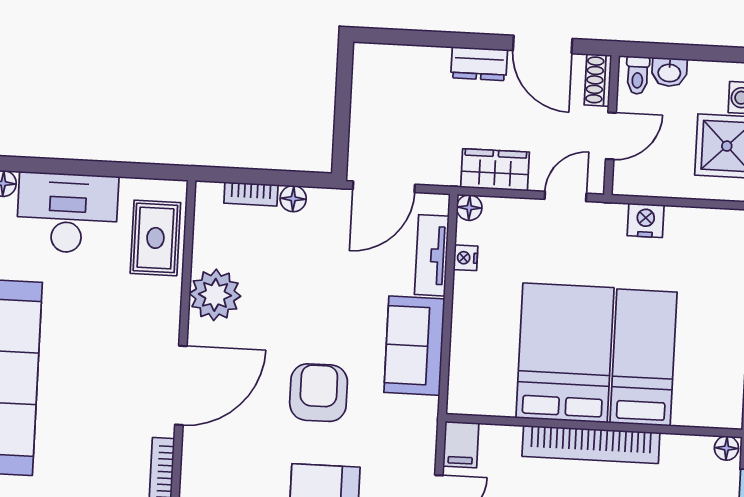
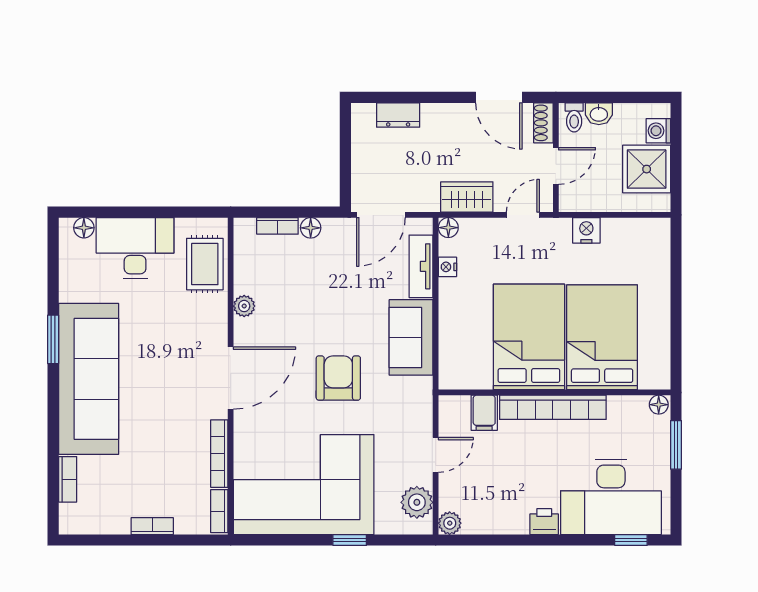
dresser: (479, 64) -> (398, 115), moved
plant: (215, 295) -> (244, 306), width x0.53, depth x0.53
bed: (643, 358) -> (602, 337), width x1.50
filing cabinet: (461, 445) -> (484, 413), moved

